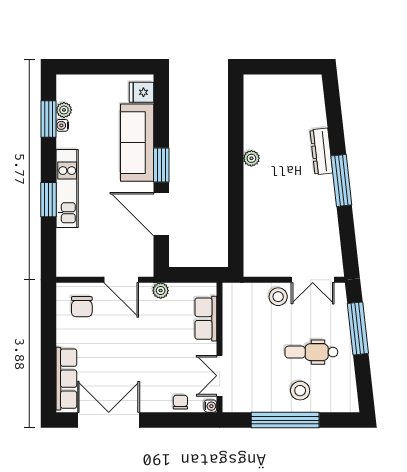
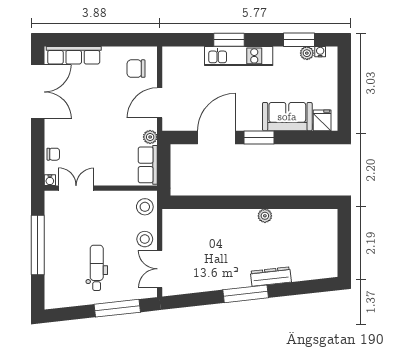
water cooler: (62, 125) -> (320, 52), moved
sofa: (137, 143) -> (287, 117), width x0.73
row of seats: (206, 319) -> (148, 165), moved, turned -90
stool: (300, 391) -> (145, 207), moved

